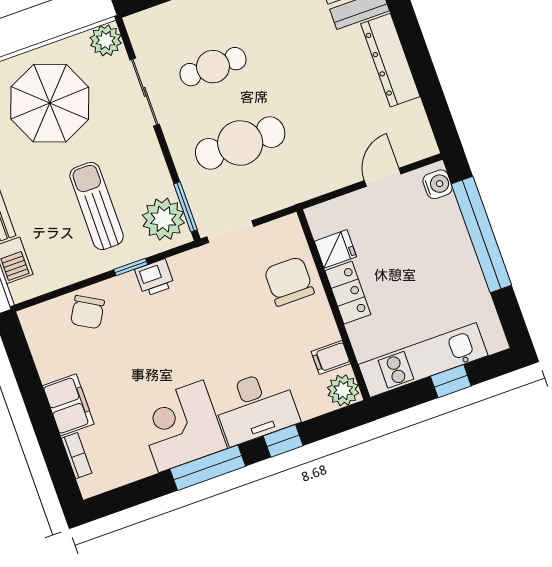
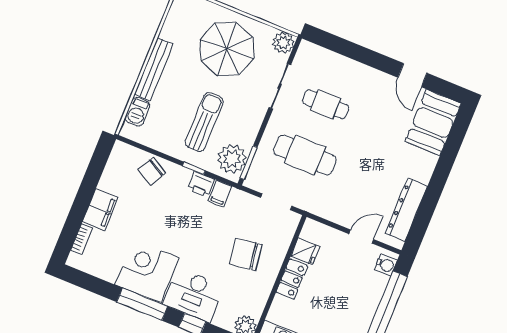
dresser: (390, 60) -> (406, 210), moved
doorway: (230, 232) -> (276, 202), moved
chair: (289, 281) -> (246, 254), moved, turned -99
filing cabinet: (331, 357) -> (220, 193), moved, turned -90

